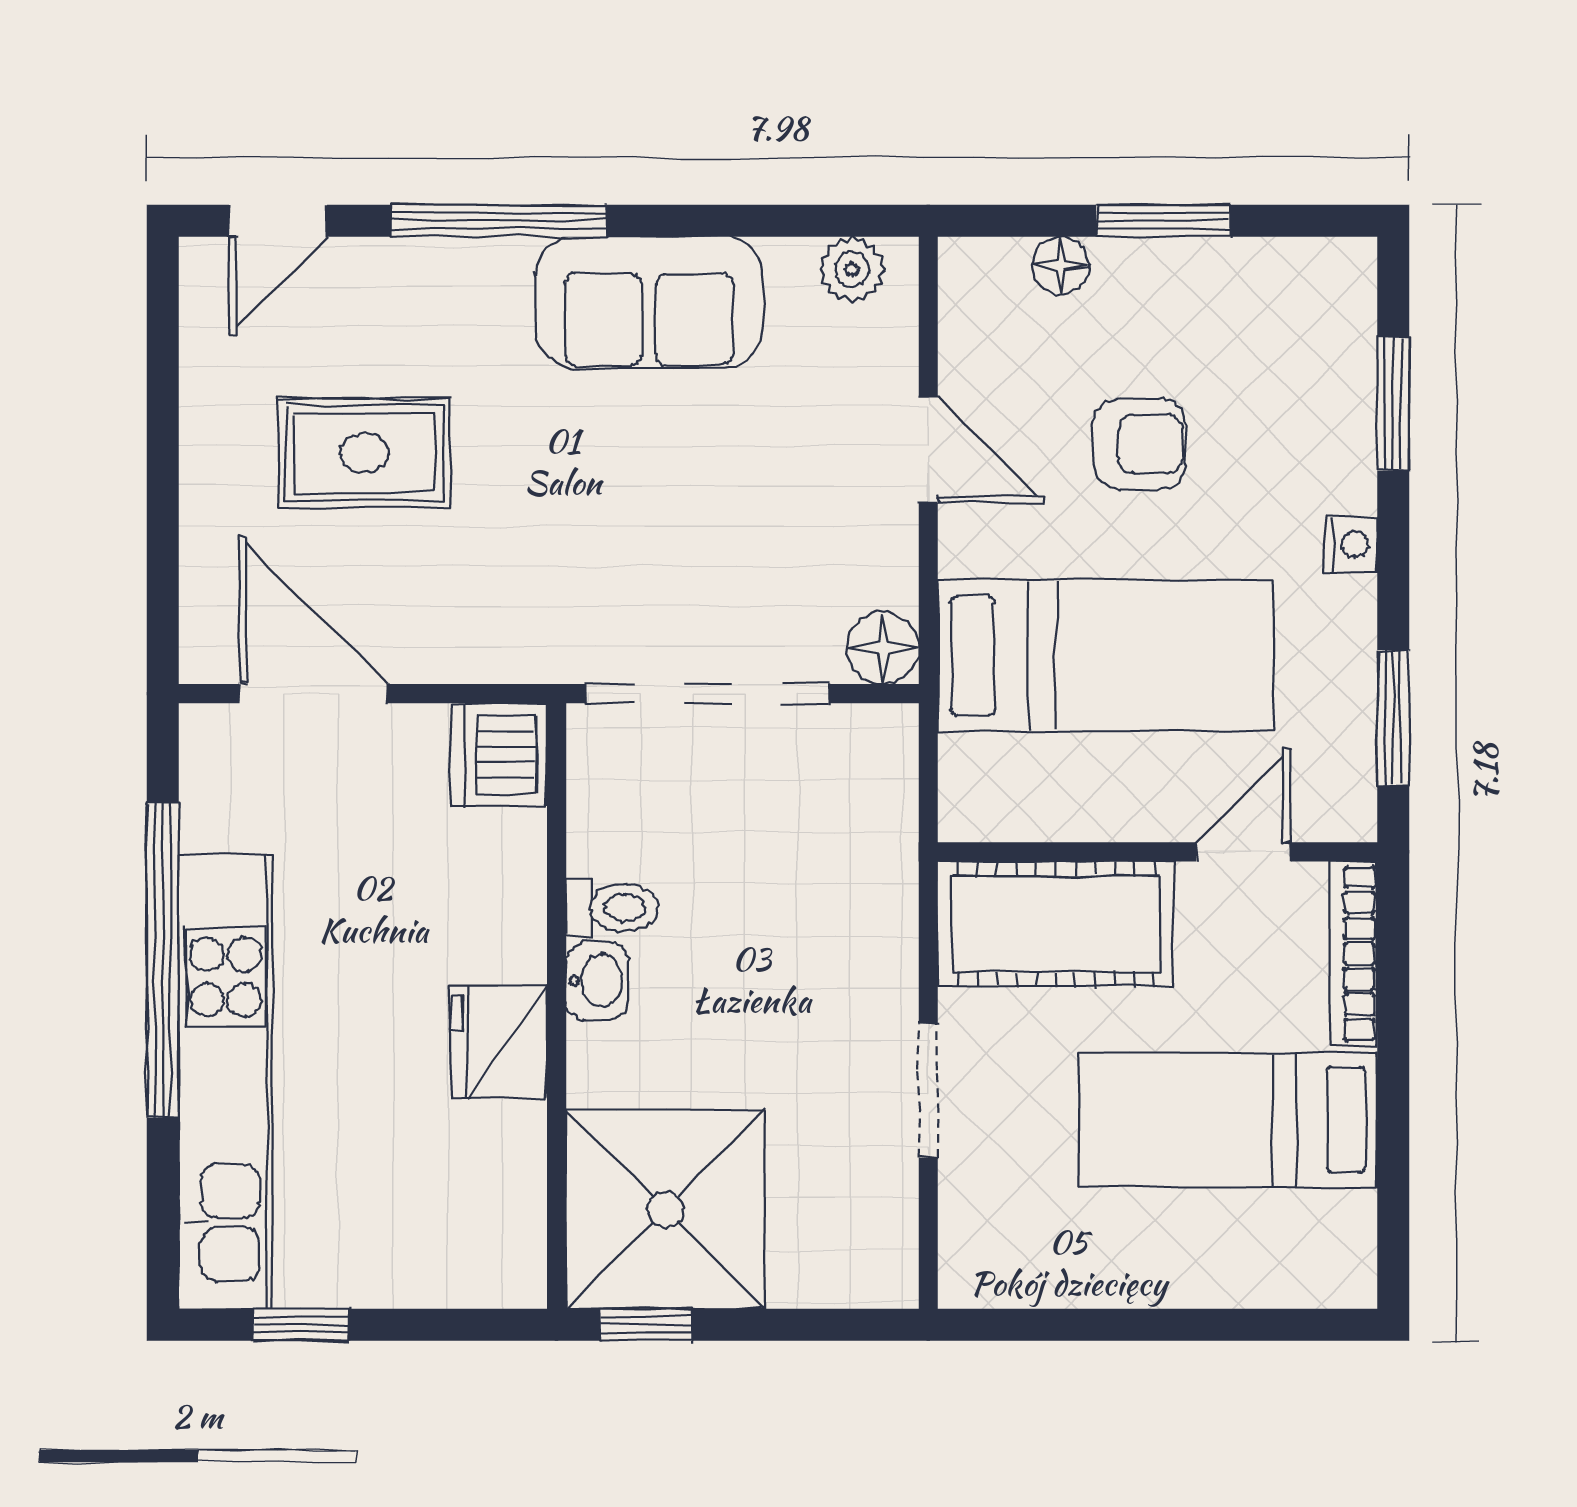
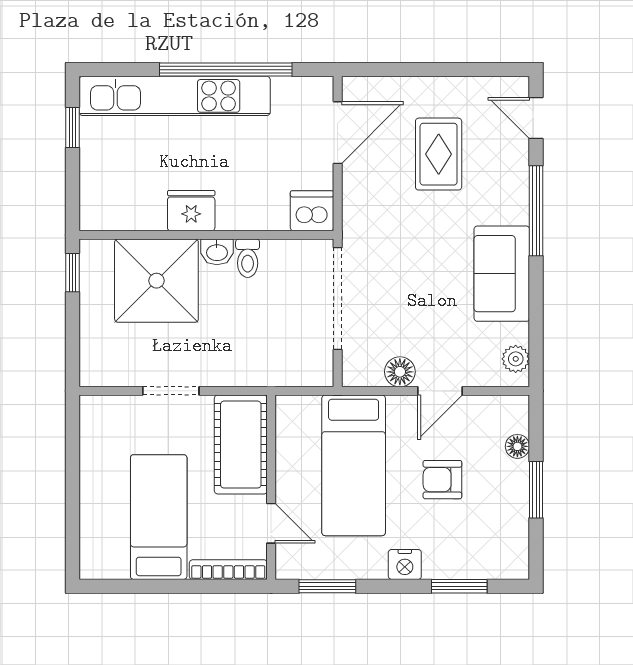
armchair: (1139, 444) -> (442, 480), turned 90
nightstand: (1351, 544) -> (405, 564), width x1.39, depth x1.35
floor lamp: (883, 648) -> (400, 372), moved
shower: (665, 1209) -> (156, 281), moved

